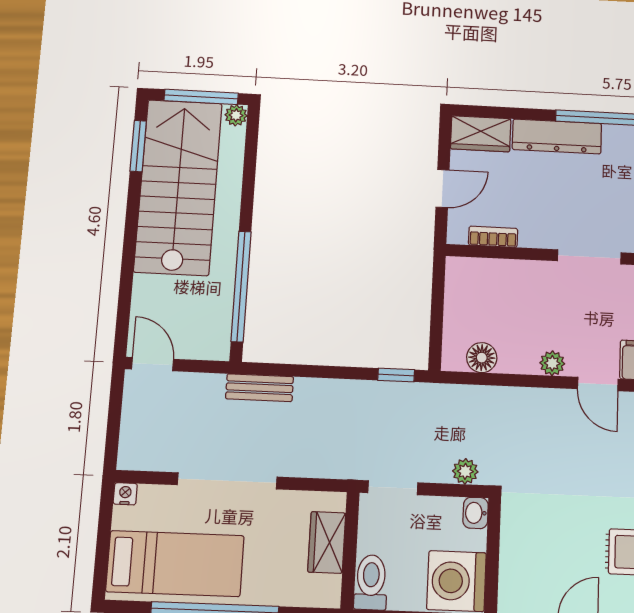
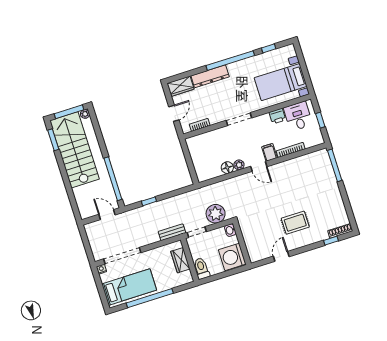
floor lamp: (482, 358) -> (227, 168), moved
door: (152, 364) -> (107, 215), moved
window: (396, 375) -> (149, 201), moved
bench: (260, 388) -> (172, 232), moved
plant: (465, 471) -> (216, 214), width x1.88, depth x1.88
doorway: (227, 481) -> (122, 256), moved

